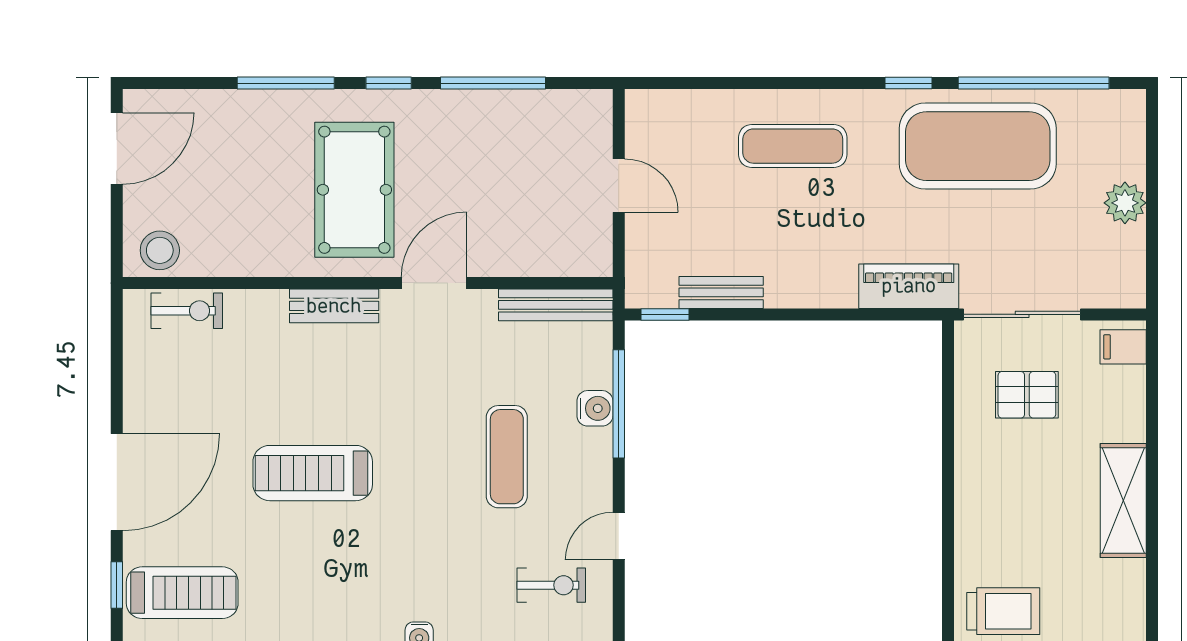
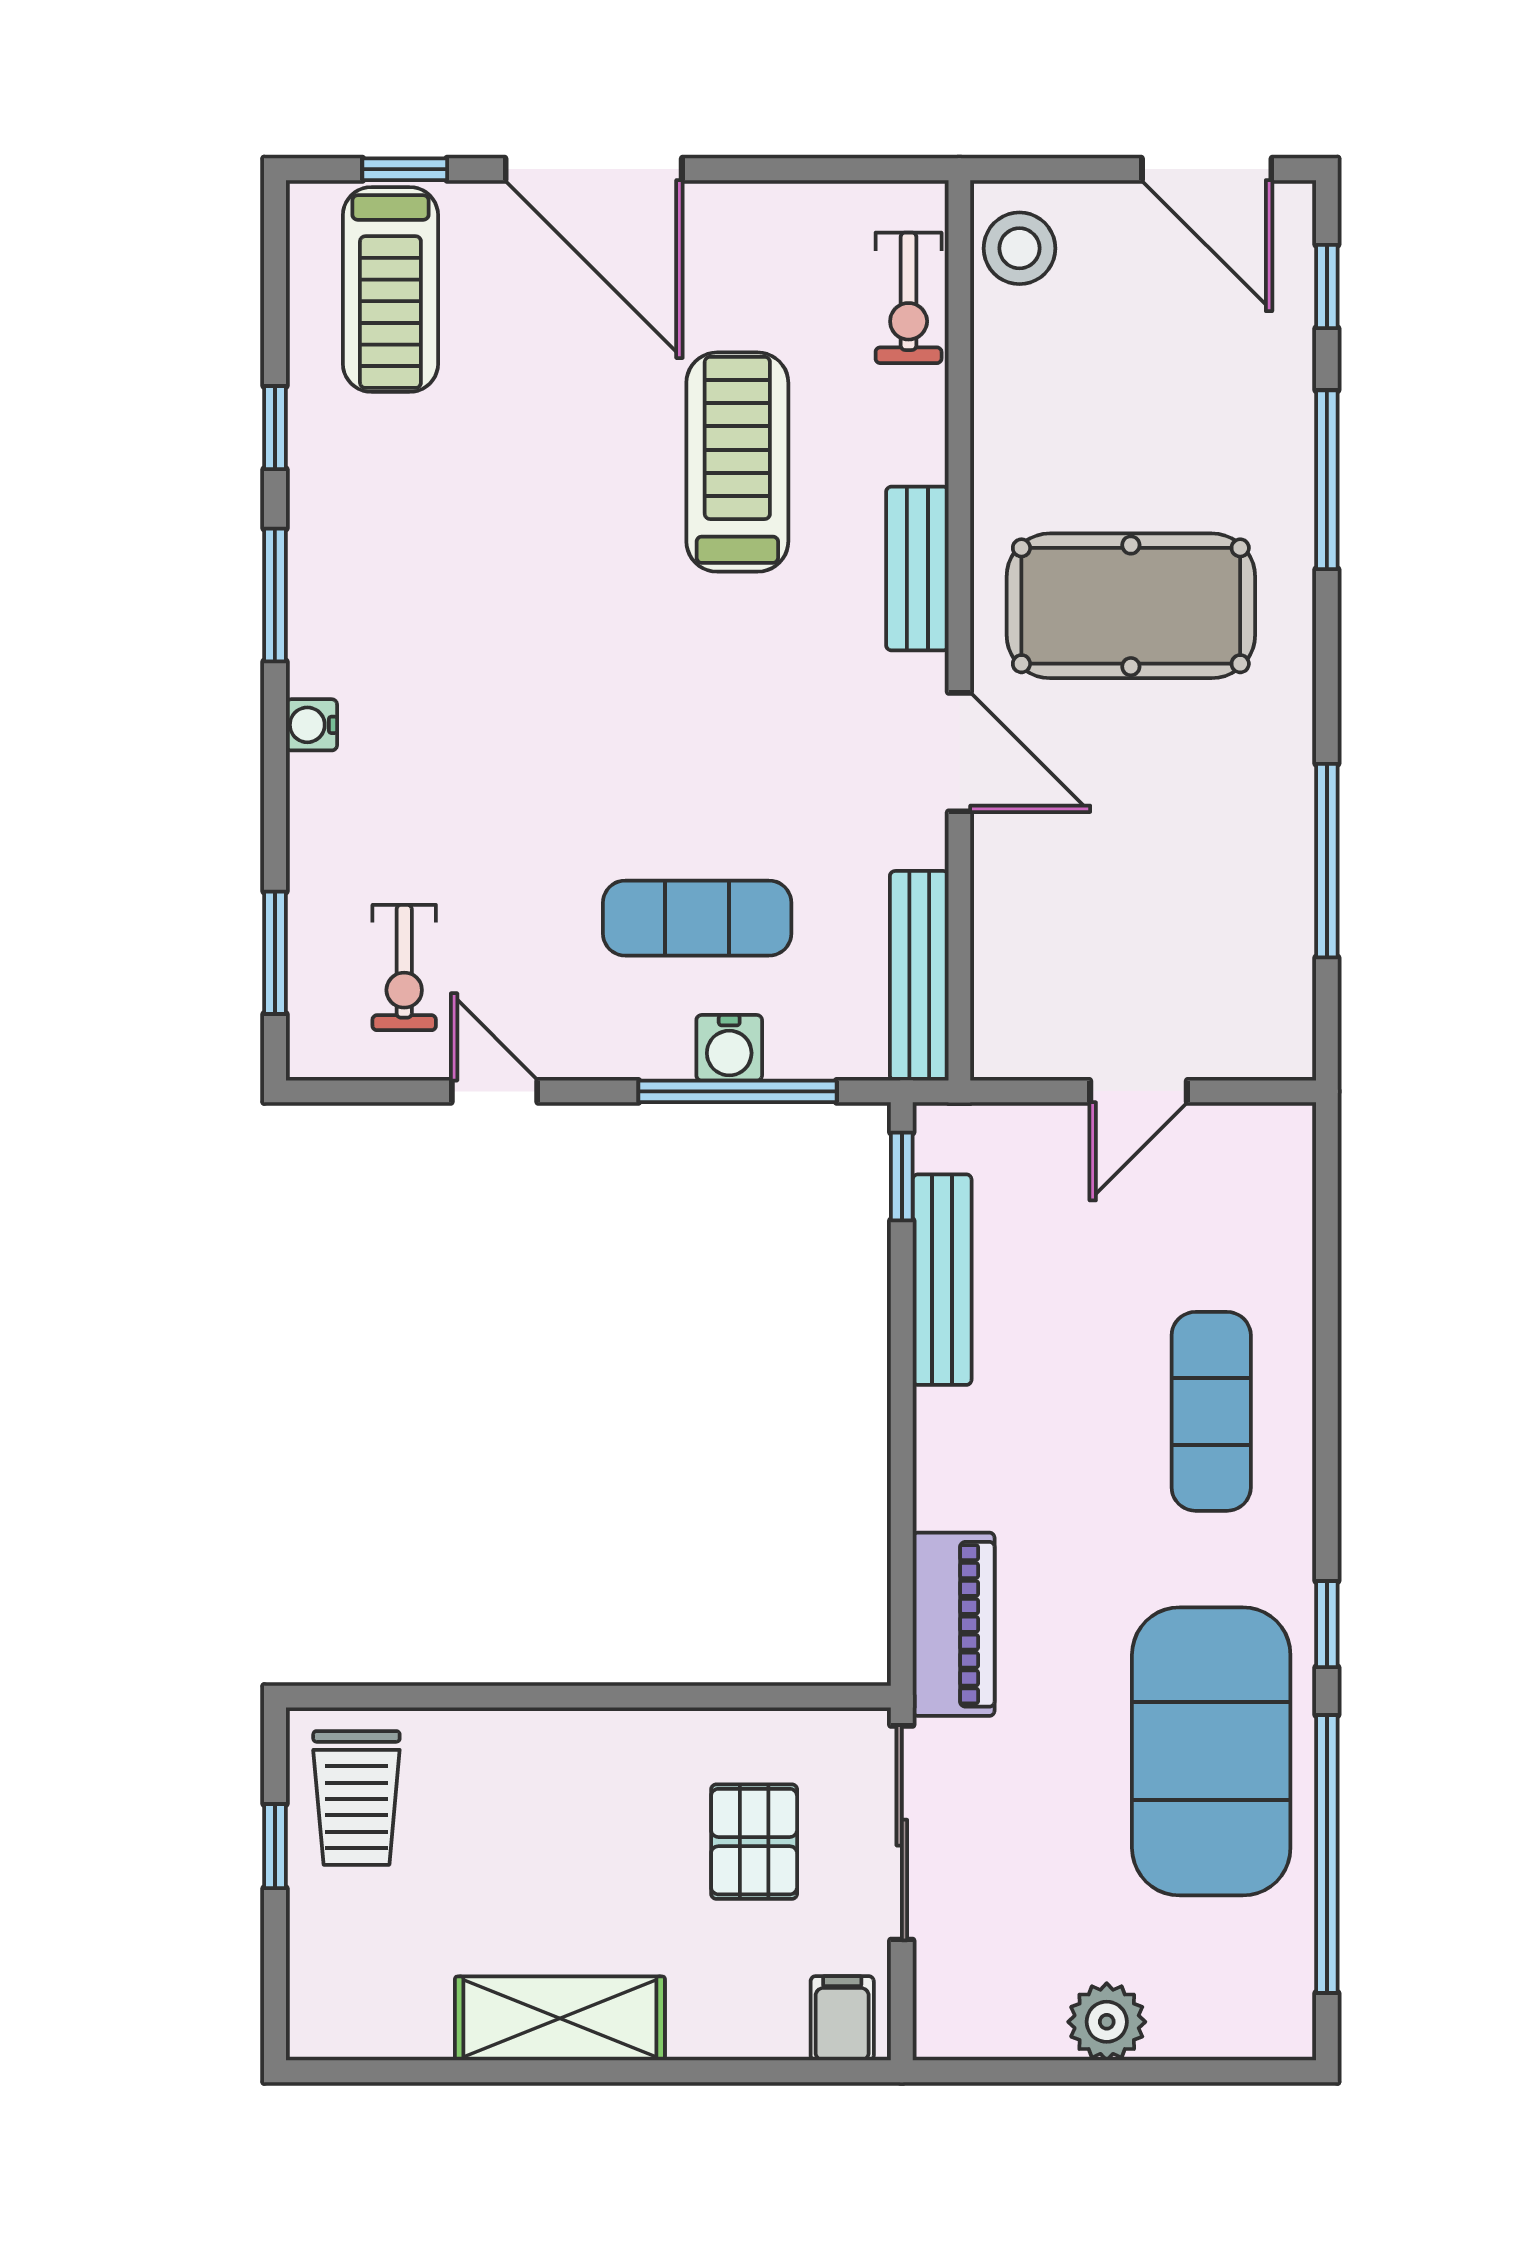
window: (389, 83) -> (1327, 287), moved
bench: (721, 292) -> (942, 1280), width x1.36
exercise mat: (507, 457) -> (697, 918), moved
treadmill: (313, 473) -> (737, 462), moved

